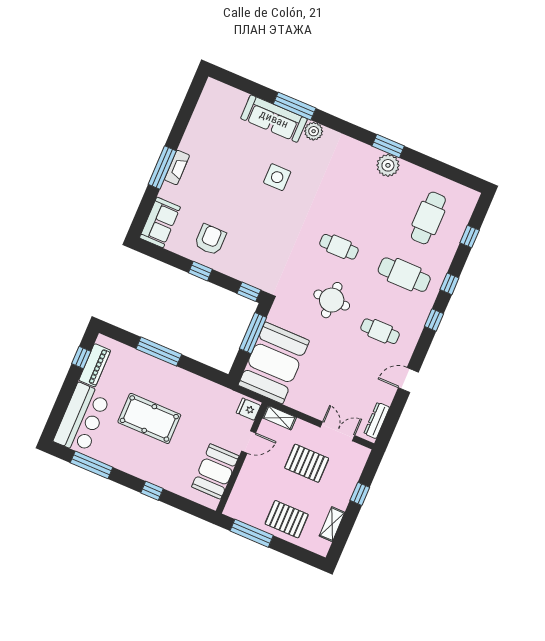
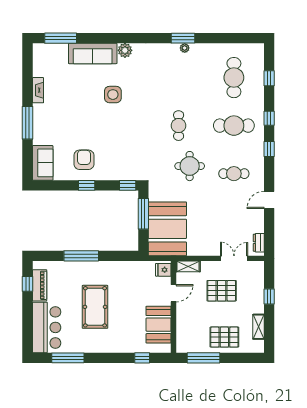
window: (295, 106) -> (61, 38), moved
plant: (388, 165) -> (185, 48), width x0.53, depth x0.53
fireplace: (177, 168) -> (38, 90), moved
cafe table: (339, 247) -> (179, 126), turned 90
pool table: (149, 418) -> (95, 307), turned 90
dresser: (377, 420) -> (259, 243), width x0.70
window: (152, 491) -> (142, 358), moved

